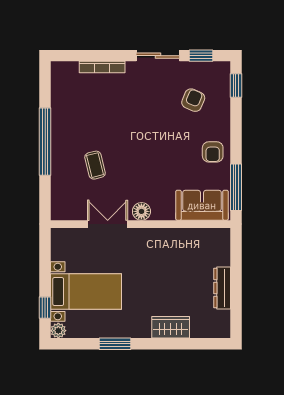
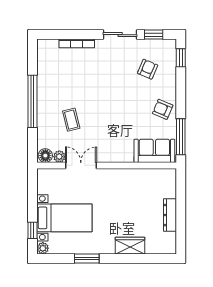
armchair: (213, 152) -> (163, 109), turned 113
floor lamp: (141, 211) -> (45, 156), moved
plant: (80, 213) -> (59, 157), added

